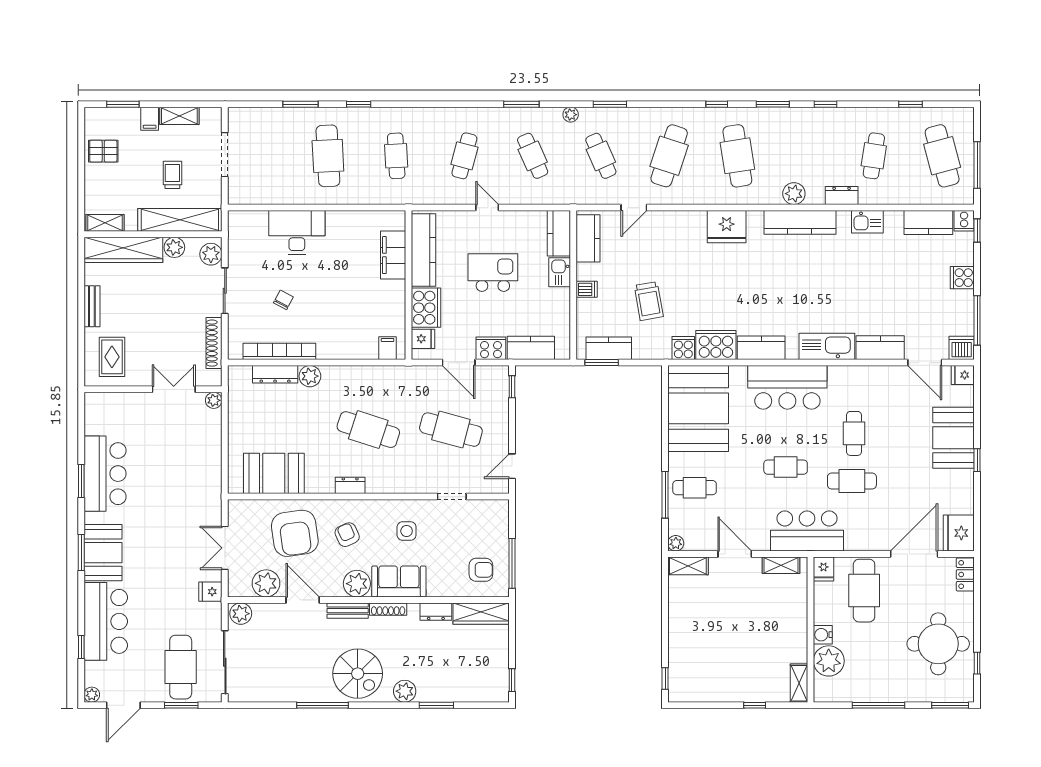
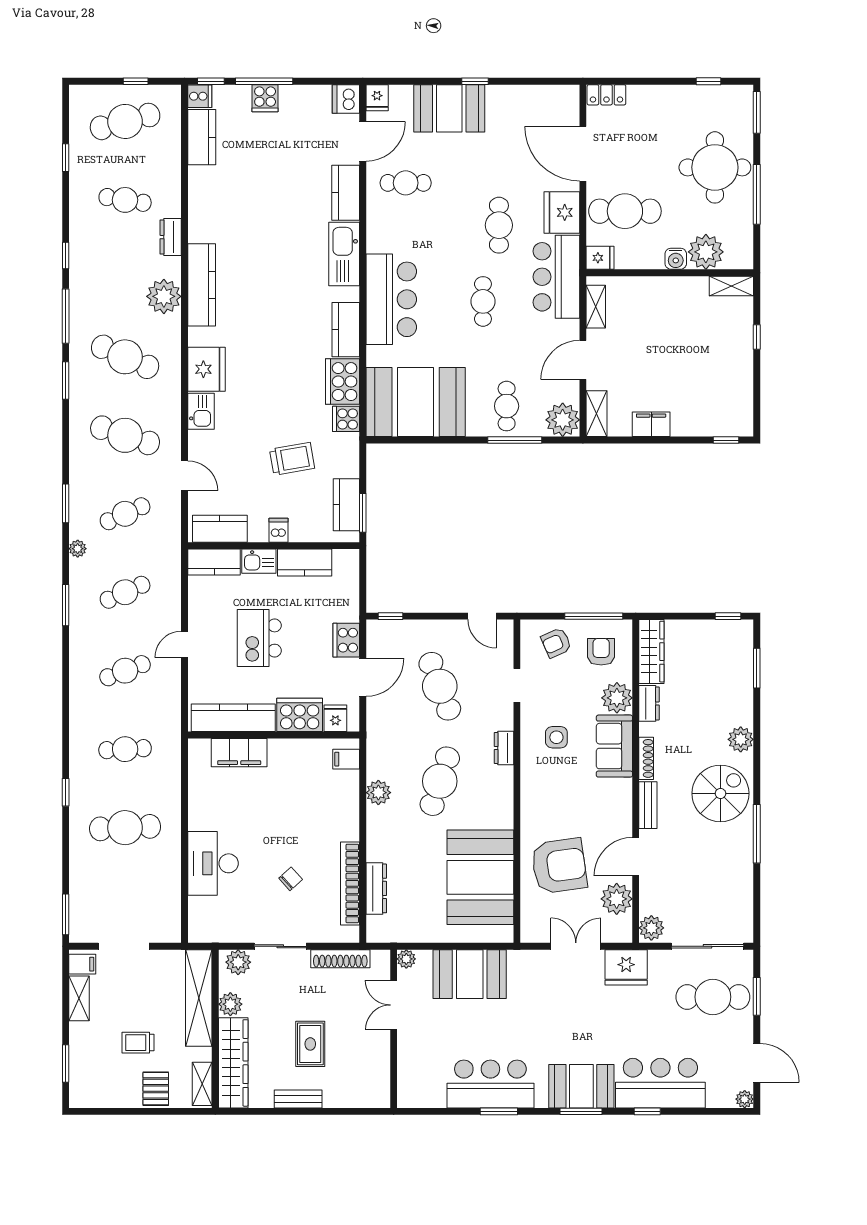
window: (300, 104) -> (66, 914), moved
window: (717, 104) -> (66, 381), width x1.50
window: (773, 104) -> (66, 316), width x1.44
filing cabinet: (150, 119) -> (82, 964), moved
pallet: (103, 151) -> (156, 1089), moved
cafe table: (464, 156) -> (125, 671), turned -36
cafe table: (737, 156) -> (125, 357), turned 33
window: (977, 165) -> (136, 81), width x0.46
trolley: (172, 175) -> (138, 1043), moved
plant: (794, 194) -> (164, 296), width x1.36, depth x1.36
kitchen sink: (867, 222) -> (201, 411), moved
chair: (283, 300) -> (291, 879), turned 110
window: (977, 320) -> (264, 81), moved
kitchen counter: (531, 348) -> (305, 563), moved, turned -90
rug: (112, 357) -> (310, 1044), moved, turned 90
plant: (310, 376) -> (378, 793), moved
cafe table: (451, 430) -> (440, 686), turned -36
cafe table: (854, 433) -> (406, 183), moved
booth: (201, 456) -> (470, 974), added
booth: (274, 473) -> (480, 877), width x1.36, depth x1.42
dresser: (350, 485) -> (504, 748), moved
fridge: (959, 533) -> (562, 212), moved, turned 90
armchair: (347, 535) -> (556, 643), moved
plant: (676, 543) -> (563, 420), width x1.87, depth x1.87
double door: (225, 548) -> (576, 946), swing flipped
plant: (357, 584) -> (617, 698), moved
fridge: (210, 592) -> (626, 967), width x1.88, depth x1.34
filing cabinet: (679, 613) -> (651, 424), added
round table: (938, 644) -> (715, 167), moved
window: (81, 647) -> (647, 1111), moved
window: (436, 705) -> (757, 668), moved

